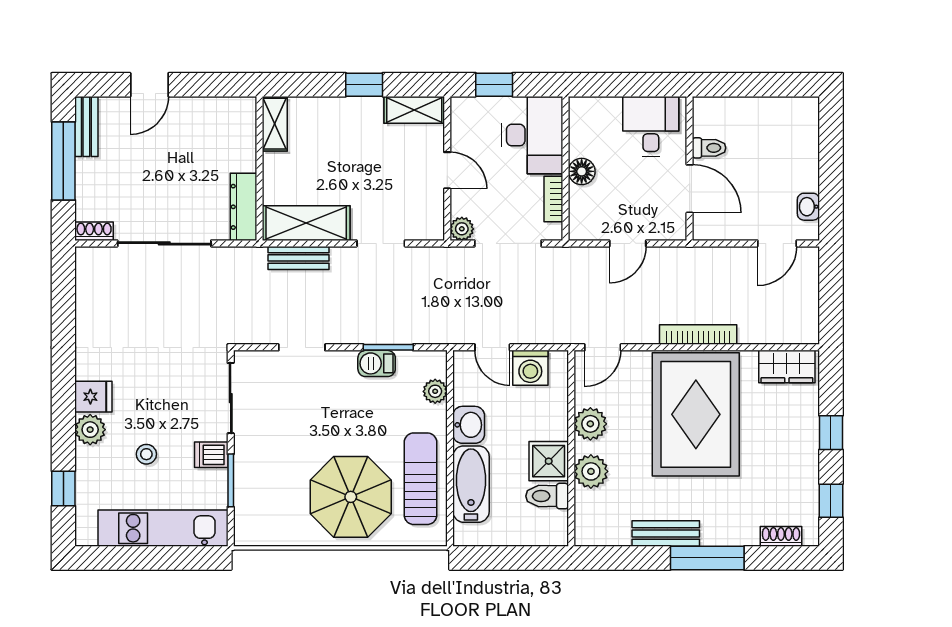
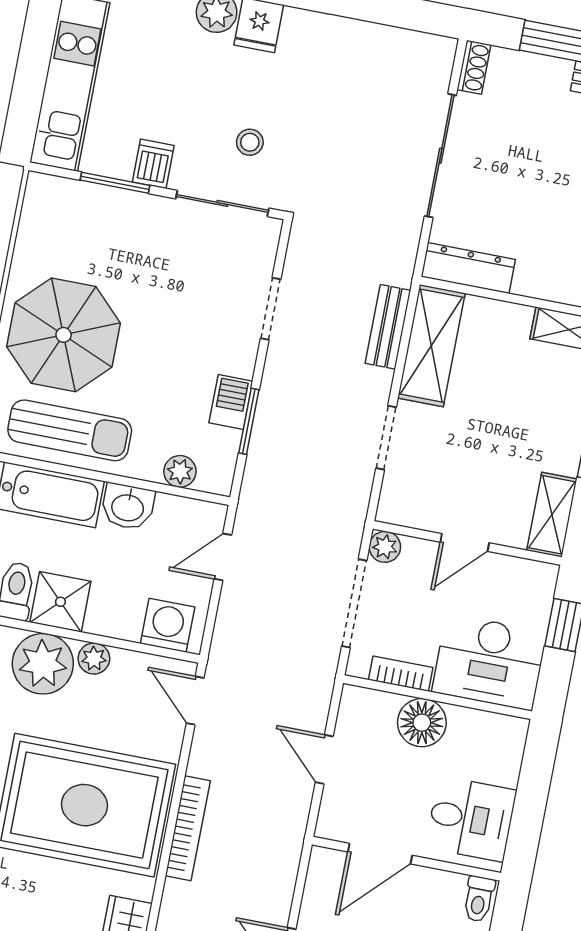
toilet: (709, 148) -> (479, 899), moved
floor lamp: (582, 171) -> (422, 723), width x1.38, depth x1.38
washing machine: (530, 368) -> (168, 625), moved, turned 90
plant: (590, 424) -> (94, 659), width x0.73, depth x0.73
stool: (146, 454) -> (250, 142), moved
plant: (591, 471) -> (43, 664), width x1.36, depth x1.36

